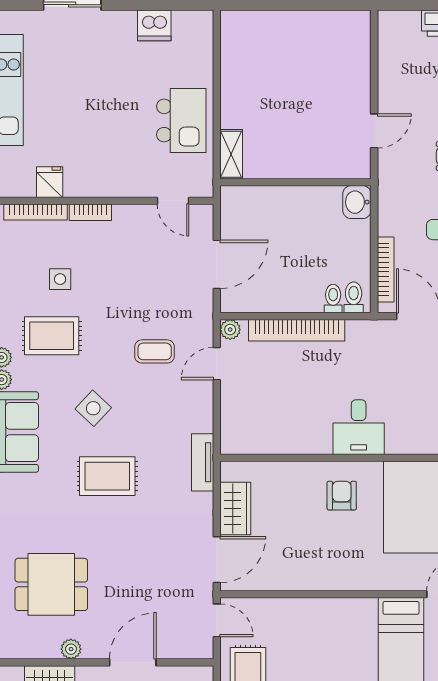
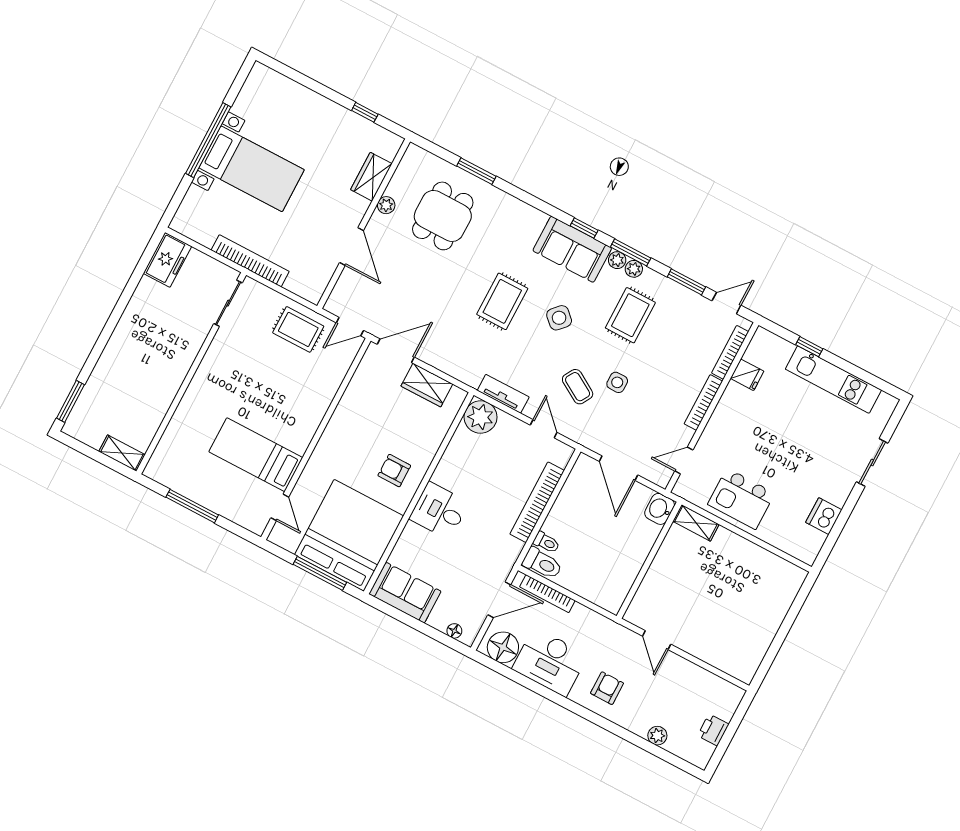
washbasin: (357, 202) -> (660, 509), moved, turned -90
bookcase: (90, 212) -> (703, 402), width x1.56
side table: (60, 279) -> (617, 382), moved
toilet: (354, 297) -> (542, 563), width x1.37, depth x1.39
plant: (230, 330) -> (481, 417), moved, width x1.88, depth x1.88
coffee table: (155, 351) -> (578, 387), turned -59
tv unit: (203, 462) -> (503, 394), moved
armchair: (342, 496) -> (394, 471), turned 180
door: (217, 560) -> (396, 351), swing flipped

